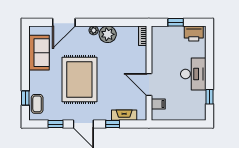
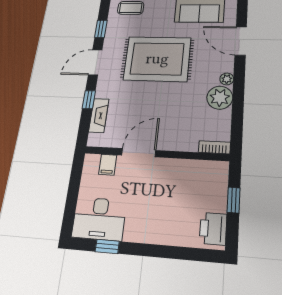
desk: (193, 74) -> (99, 219), moved

